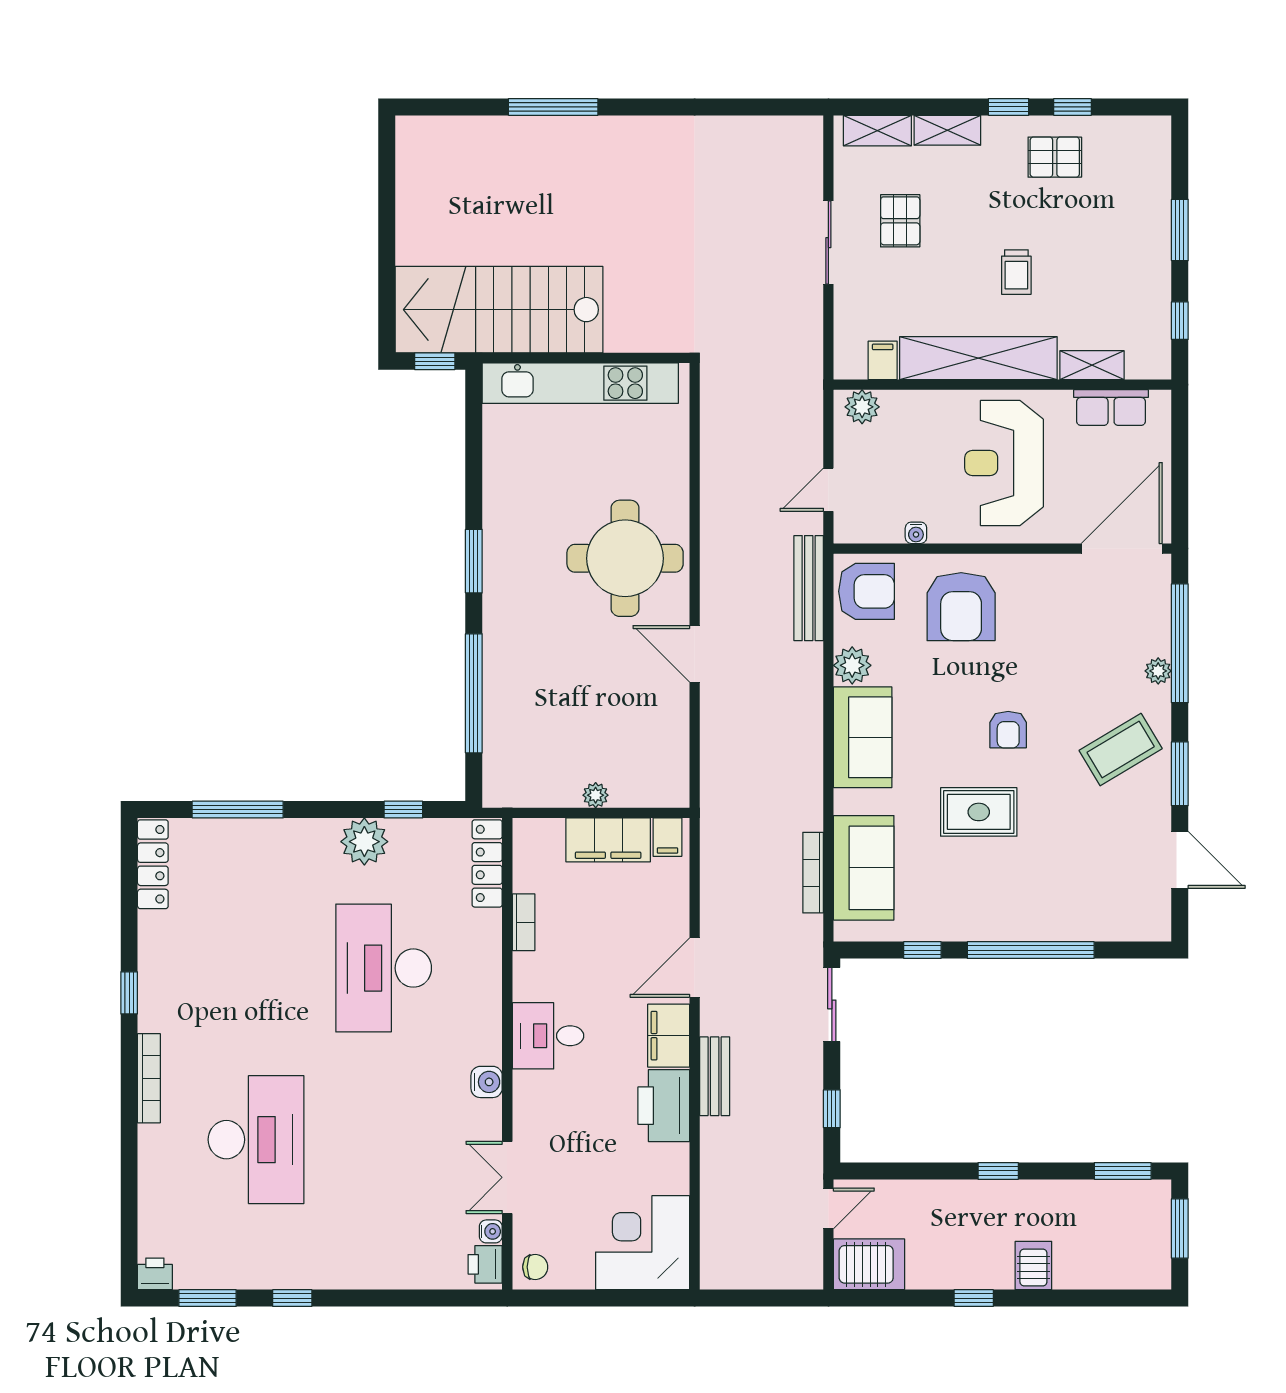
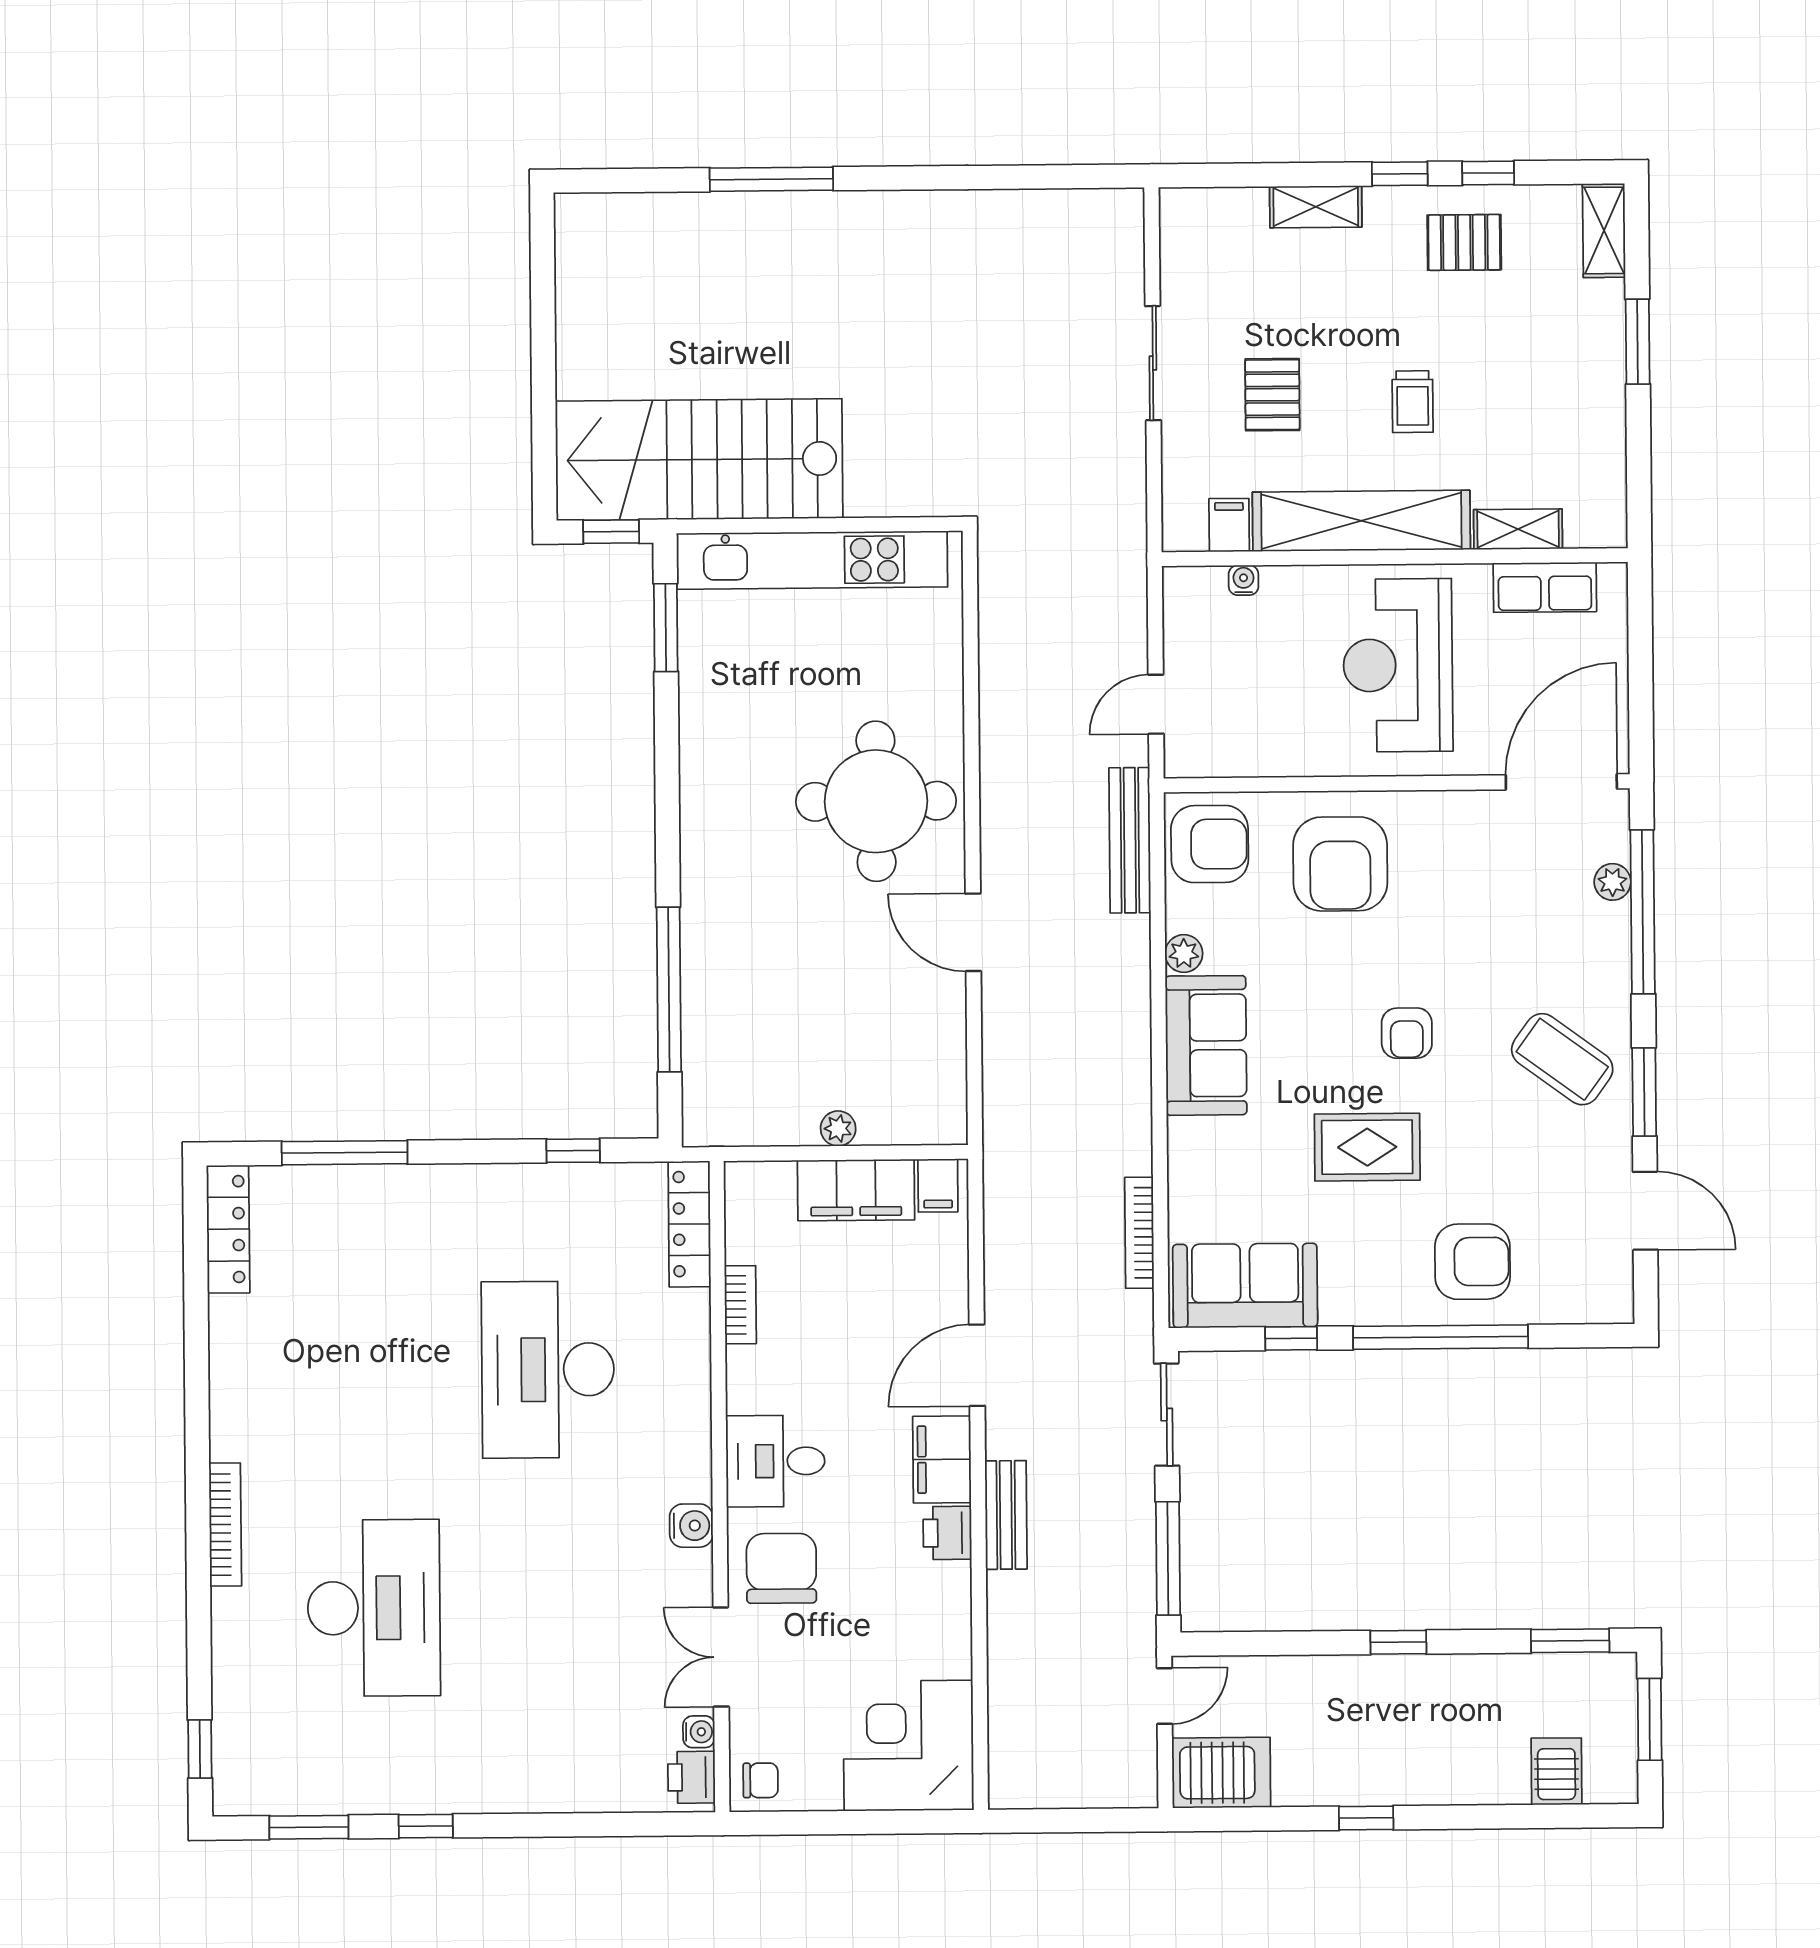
shelving: (877, 131) -> (1604, 230), moved, turned 90
pallet: (900, 221) -> (1272, 395), moved
window: (1180, 321) -> (1639, 467), removed
plant: (862, 407) -> (1201, 589), removed
water cooler: (916, 533) -> (1244, 580), moved, turned 180
window: (474, 561) -> (666, 628), moved
plant: (852, 665) -> (1184, 954), width x0.73, depth x0.73
plant: (1158, 671) -> (1612, 882), moved
coffee table: (1121, 750) -> (1562, 1059), turned 67
plant: (364, 842) -> (520, 1195), removed
sofa: (864, 868) -> (1245, 1286), moved, turned -90
armchair: (1054, 896) -> (1472, 1262), added
window: (129, 993) -> (200, 1749), moved
printer: (664, 1106) -> (947, 1533), width x0.53, depth x0.68
window: (832, 1109) -> (1168, 1558), width x2.17
chair: (552, 1114) -> (781, 1568), added
server rack: (1033, 1266) -> (1556, 1771), moved
printer: (155, 1274) -> (236, 1794), removed

